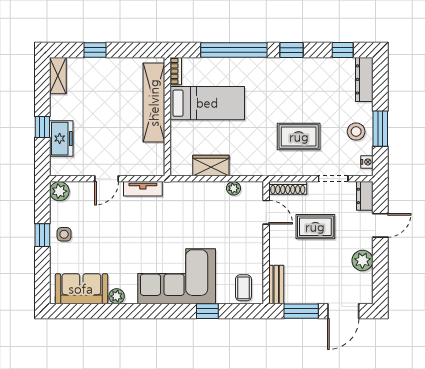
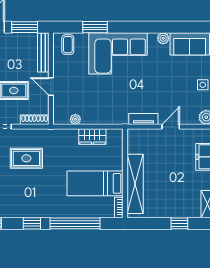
door: (266, 212) -> (51, 87), moved
bench: (276, 284) -> (43, 52), width x1.36
window: (207, 311) -> (95, 27), width x1.50

